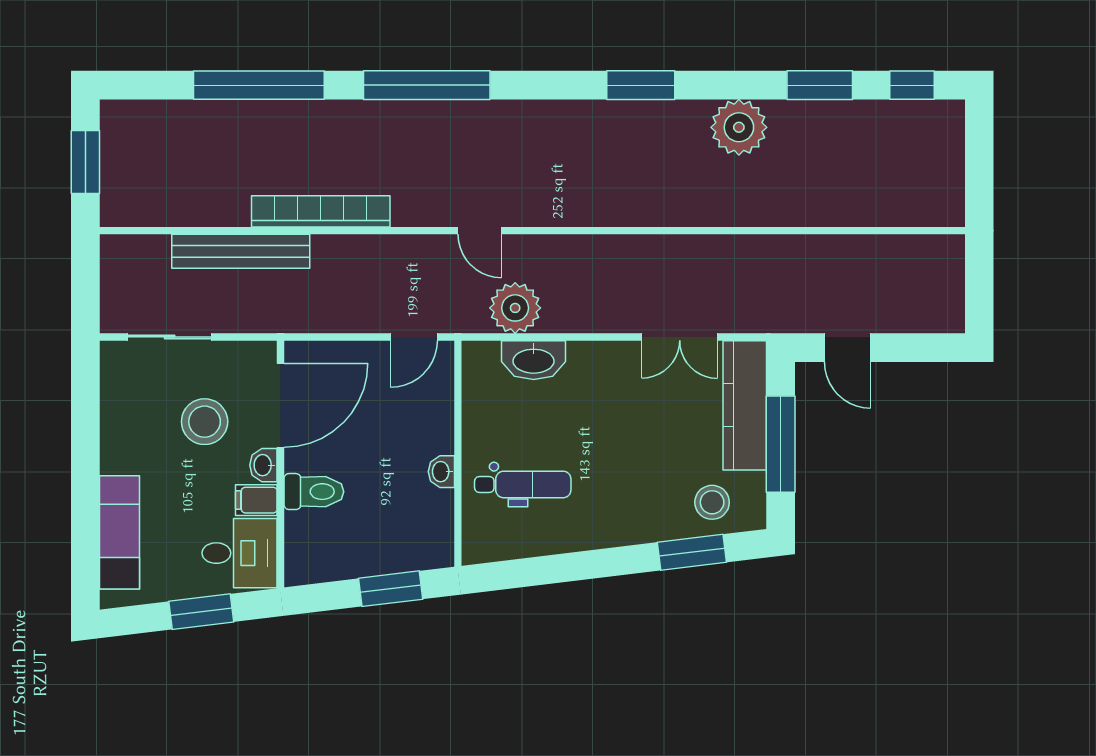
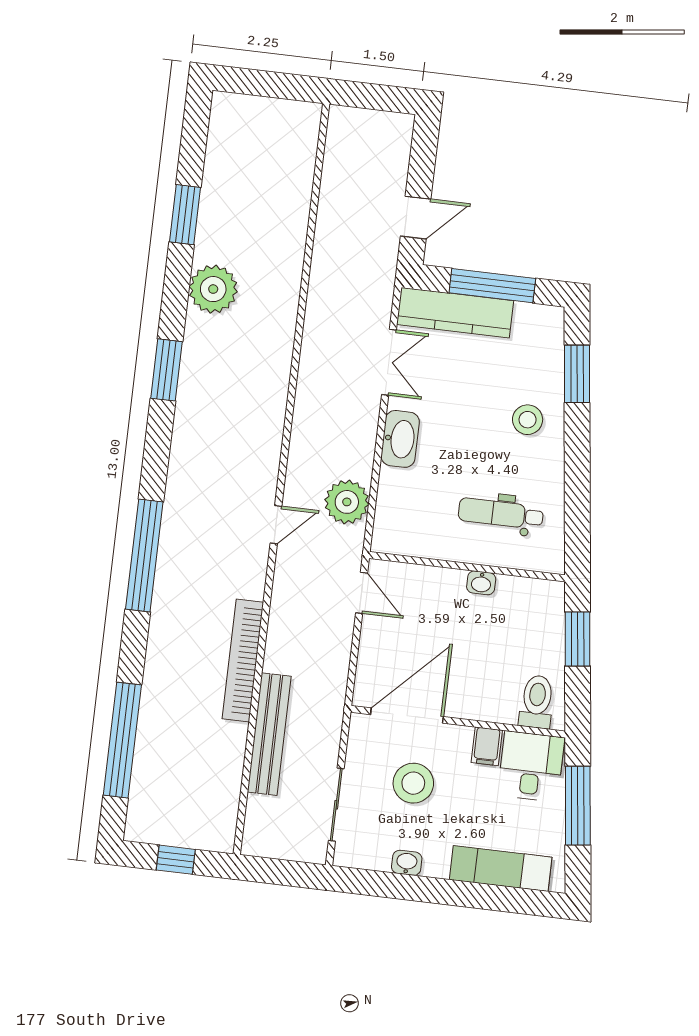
window: (259, 85) -> (122, 740), moved
window: (912, 85) -> (195, 135), removed
window: (85, 162) -> (176, 860), width x0.67
washbasin: (534, 360) -> (400, 439), moved
door: (280, 405) -> (407, 716), hinge flipped
washbasin: (263, 465) -> (407, 863), moved, turned 180
dental chair: (523, 484) -> (501, 514), turned -90
toilet: (314, 492) -> (537, 702), moved
stool: (712, 502) -> (528, 420), moved
window: (201, 612) -> (578, 806), width x1.44

